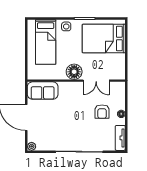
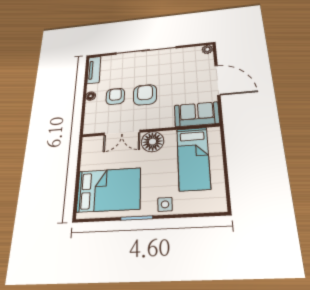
bed: (46, 42) -> (193, 158), moved, turned 180
double door: (96, 81) -> (122, 133), swing flipped
armchair: (80, 111) -> (145, 95), added

